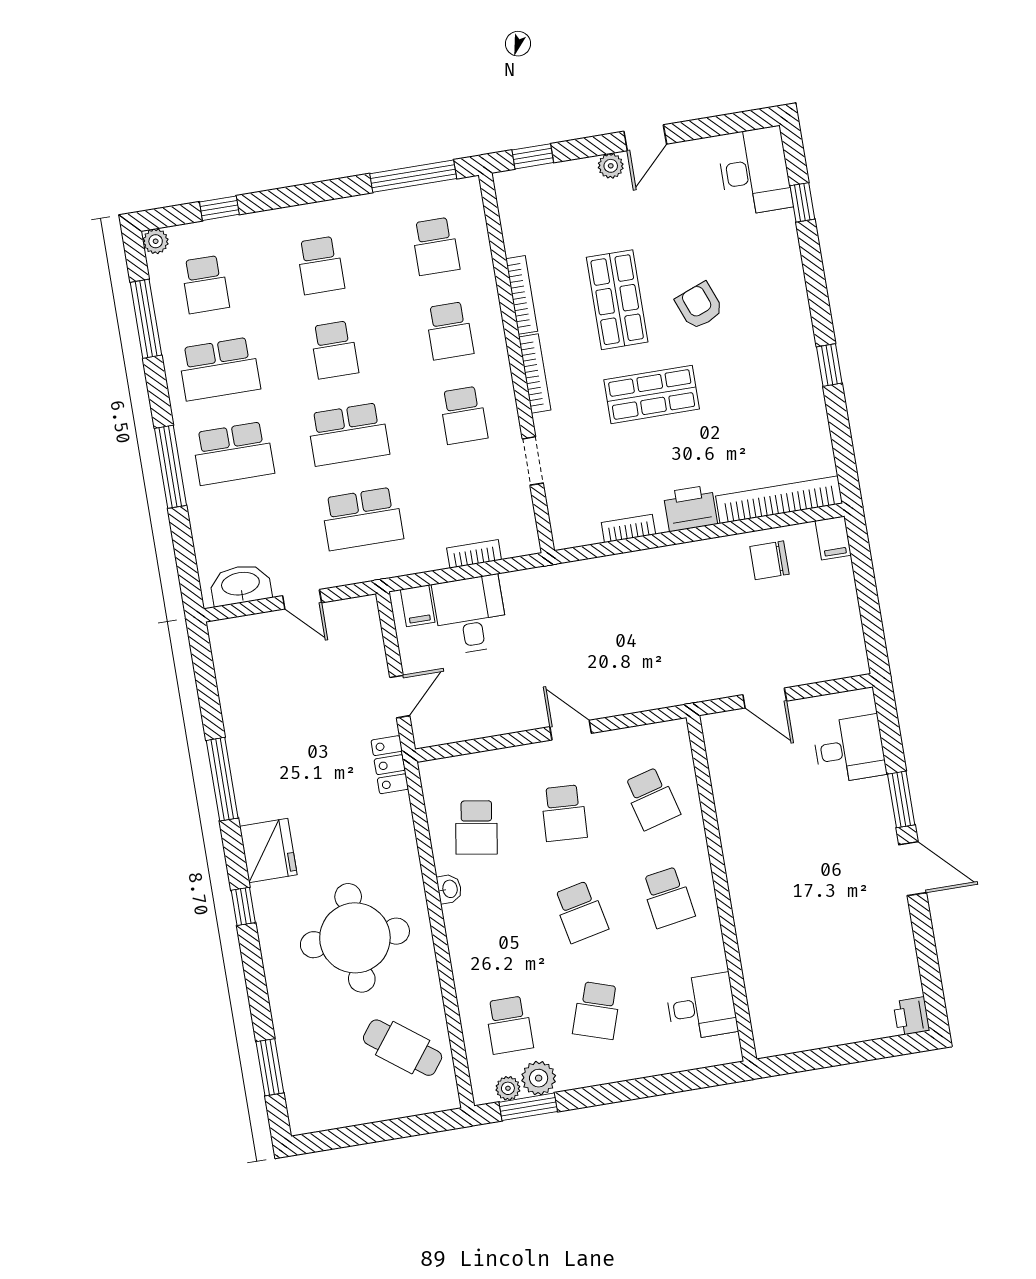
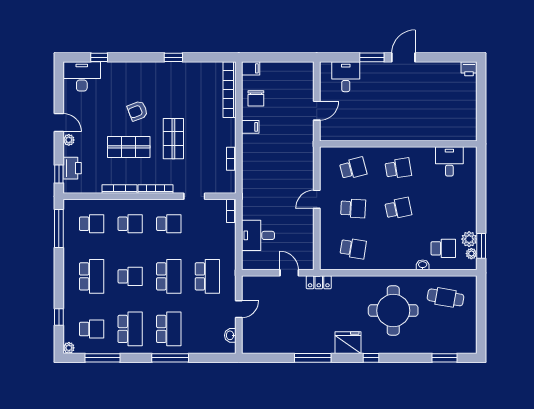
school desk: (320, 265) -> (92, 276), width x1.85
printer: (690, 508) -> (72, 168), moved, turned 180
bookcase: (474, 554) -> (231, 211), moved
washbasin: (241, 585) -> (230, 335), width x0.52, depth x0.69
filing cabinet: (418, 606) -> (250, 127), moved
washbasin: (449, 889) -> (423, 265), moved
school desk: (597, 1010) -> (443, 208), removed
cafe table: (403, 1048) -> (446, 297), turned 63

